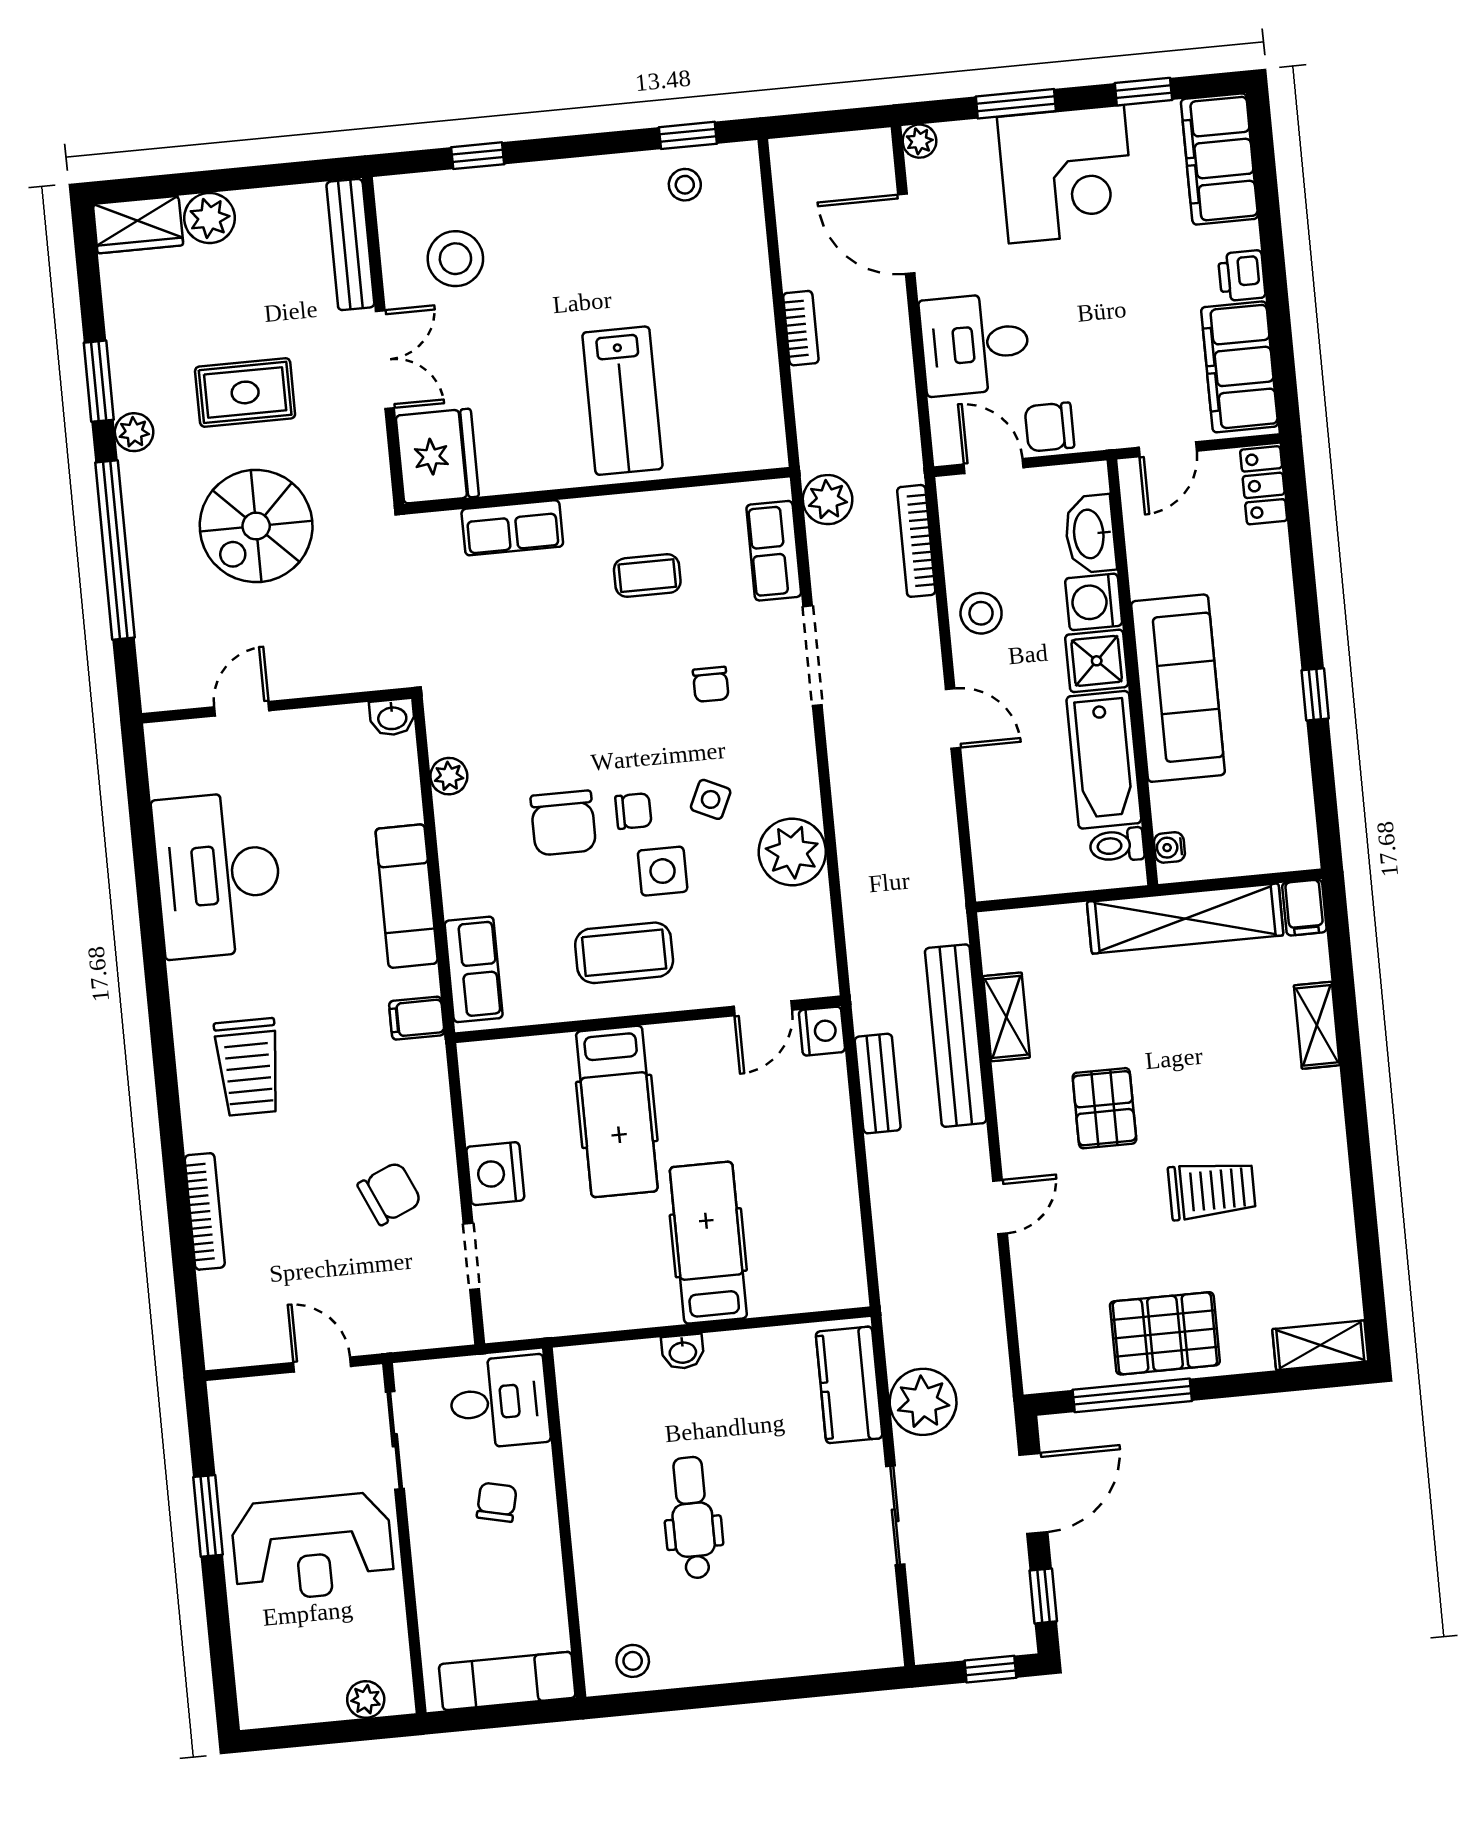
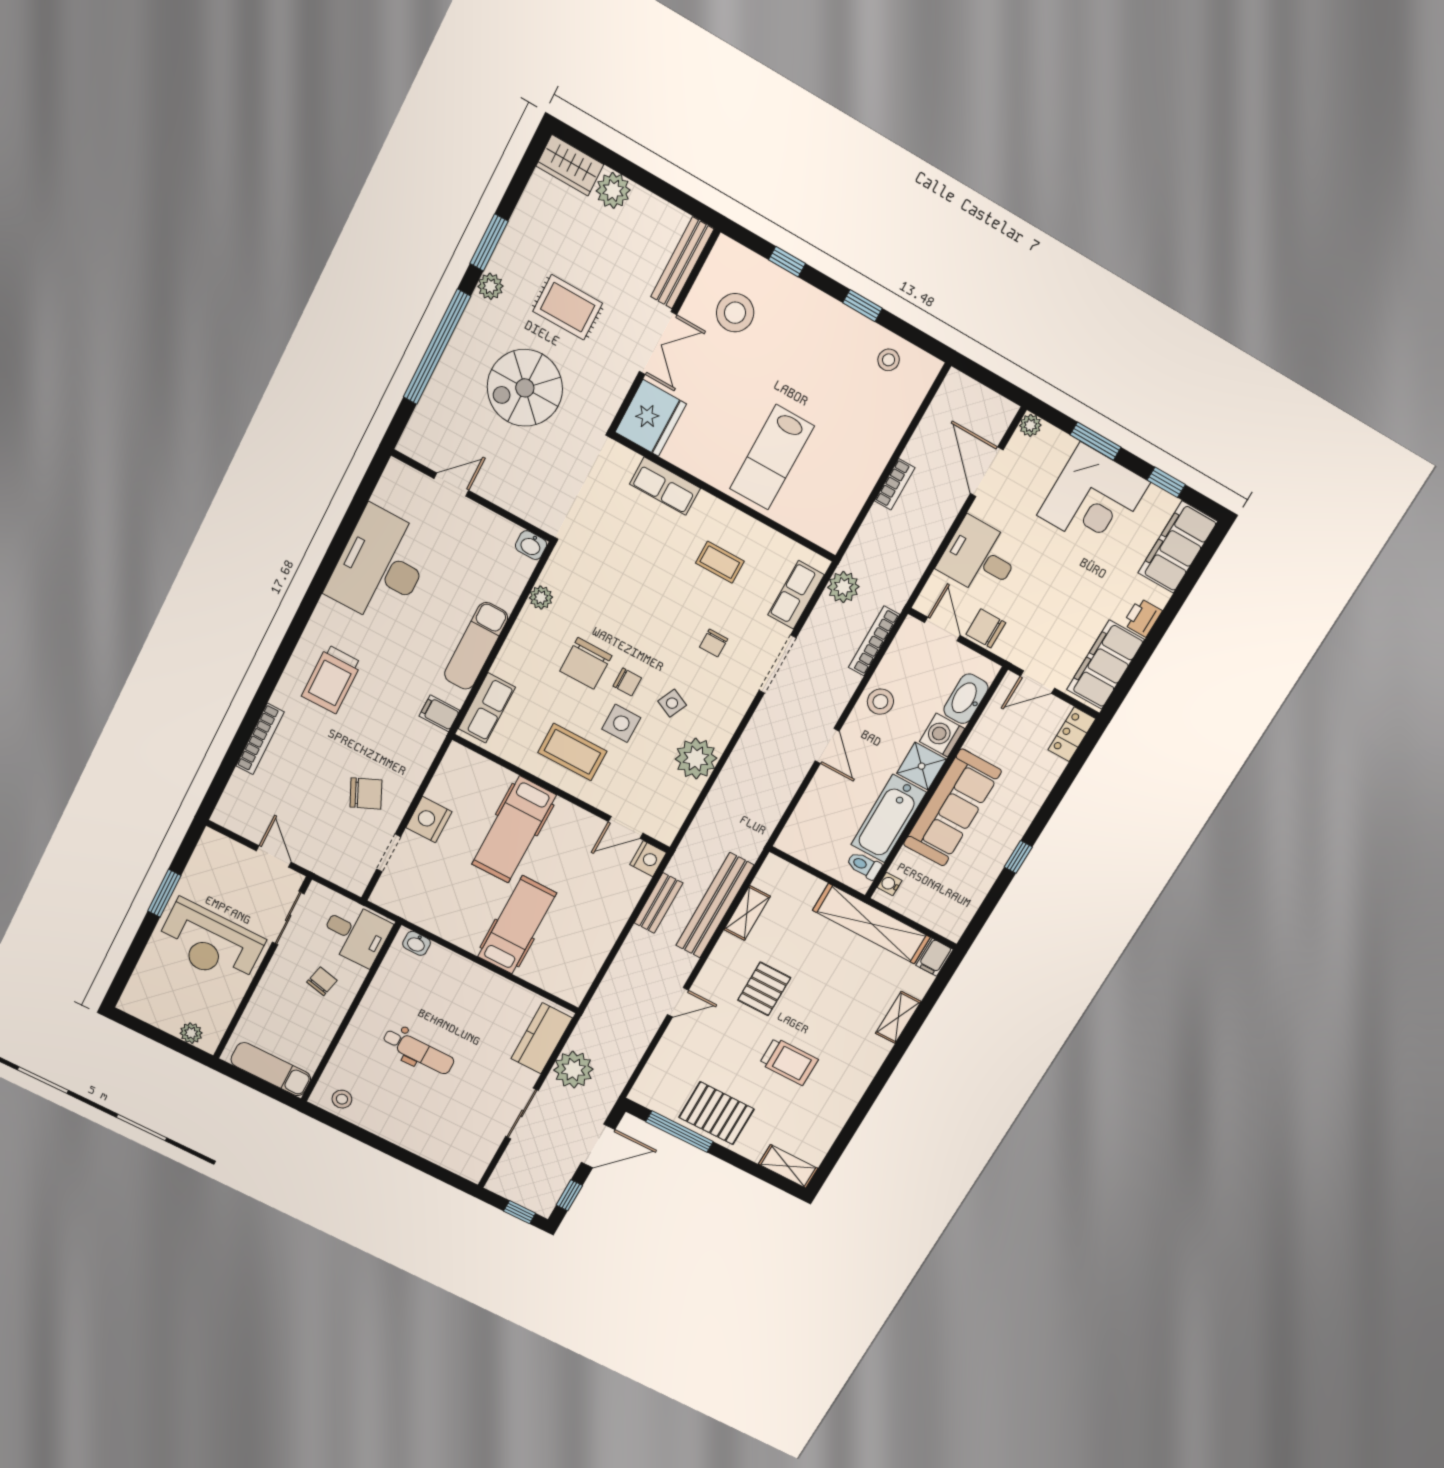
window: (688, 135) -> (863, 306), moved
washbasin: (683, 1352) -> (417, 943), moved
dental chair: (693, 1518) -> (418, 1051), turned 90

